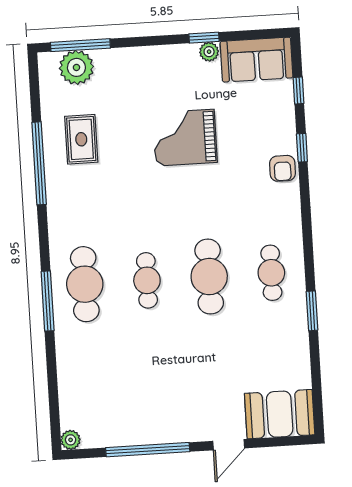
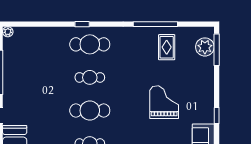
plant: (209, 52) -> (209, 118), removed
rug: (81, 139) -> (167, 47), turned 90
window: (48, 301) -> (82, 24), width x0.46

